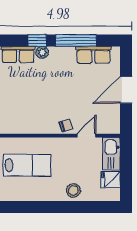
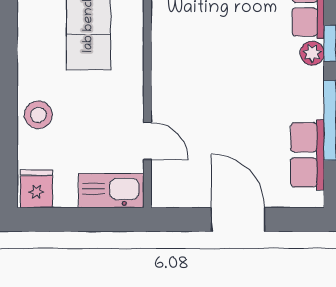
chair: (66, 125) -> (167, 100), removed
fridge: (111, 179) -> (36, 189), moved

